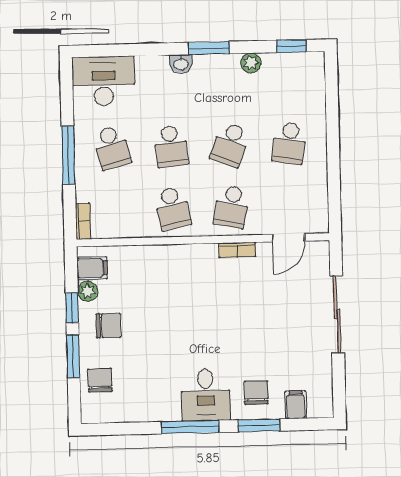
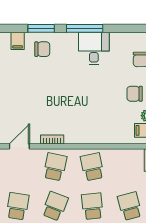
chair: (256, 393) -> (42, 49), turned -90
desk: (206, 395) -> (94, 48), moved

